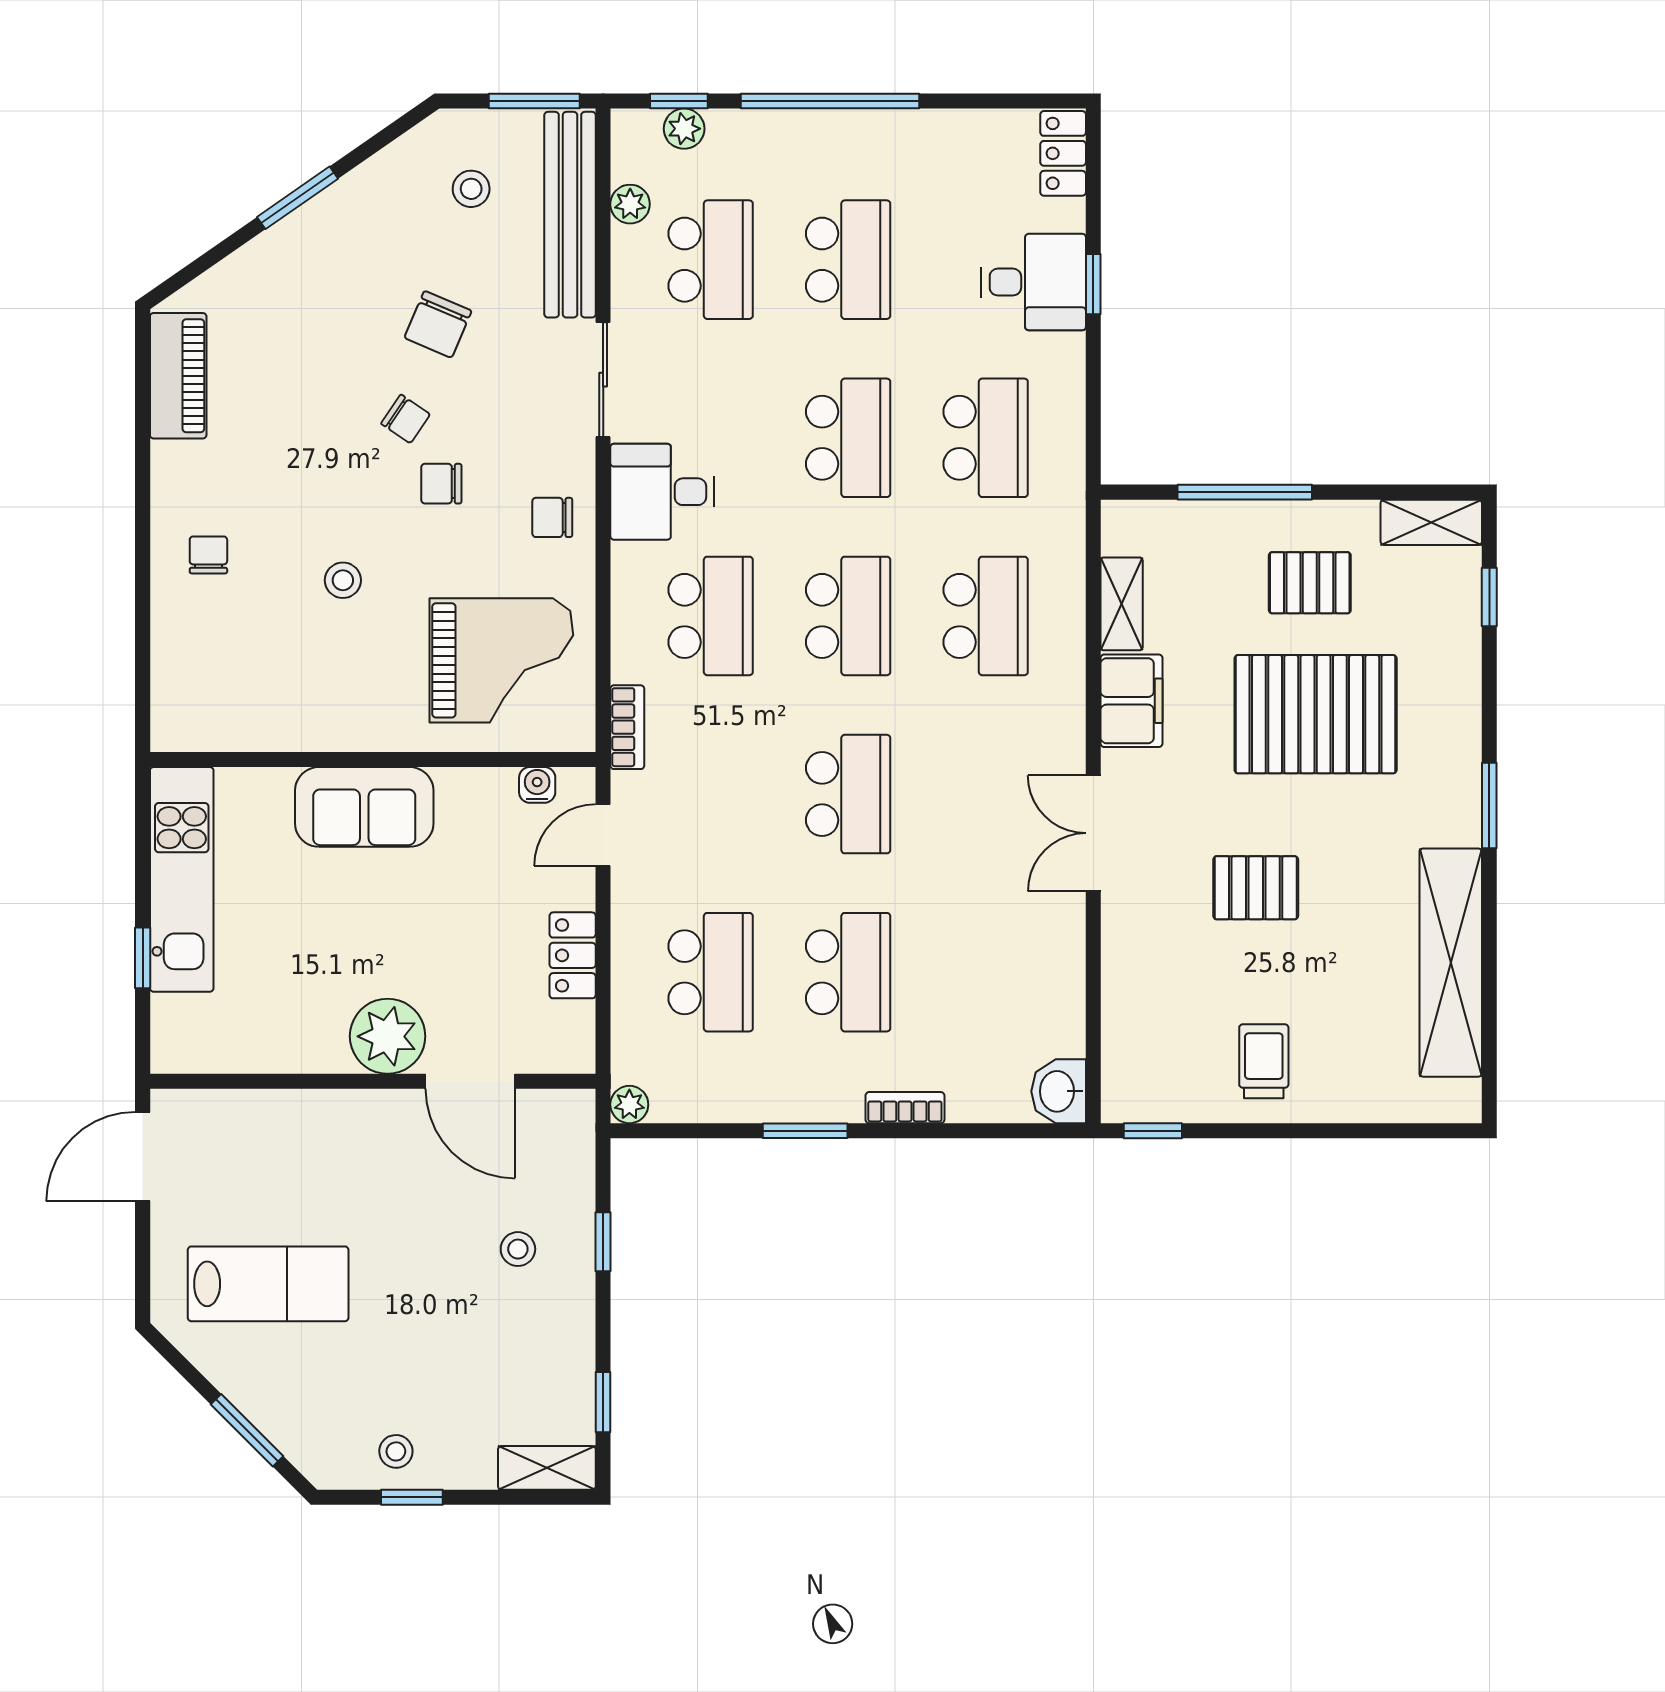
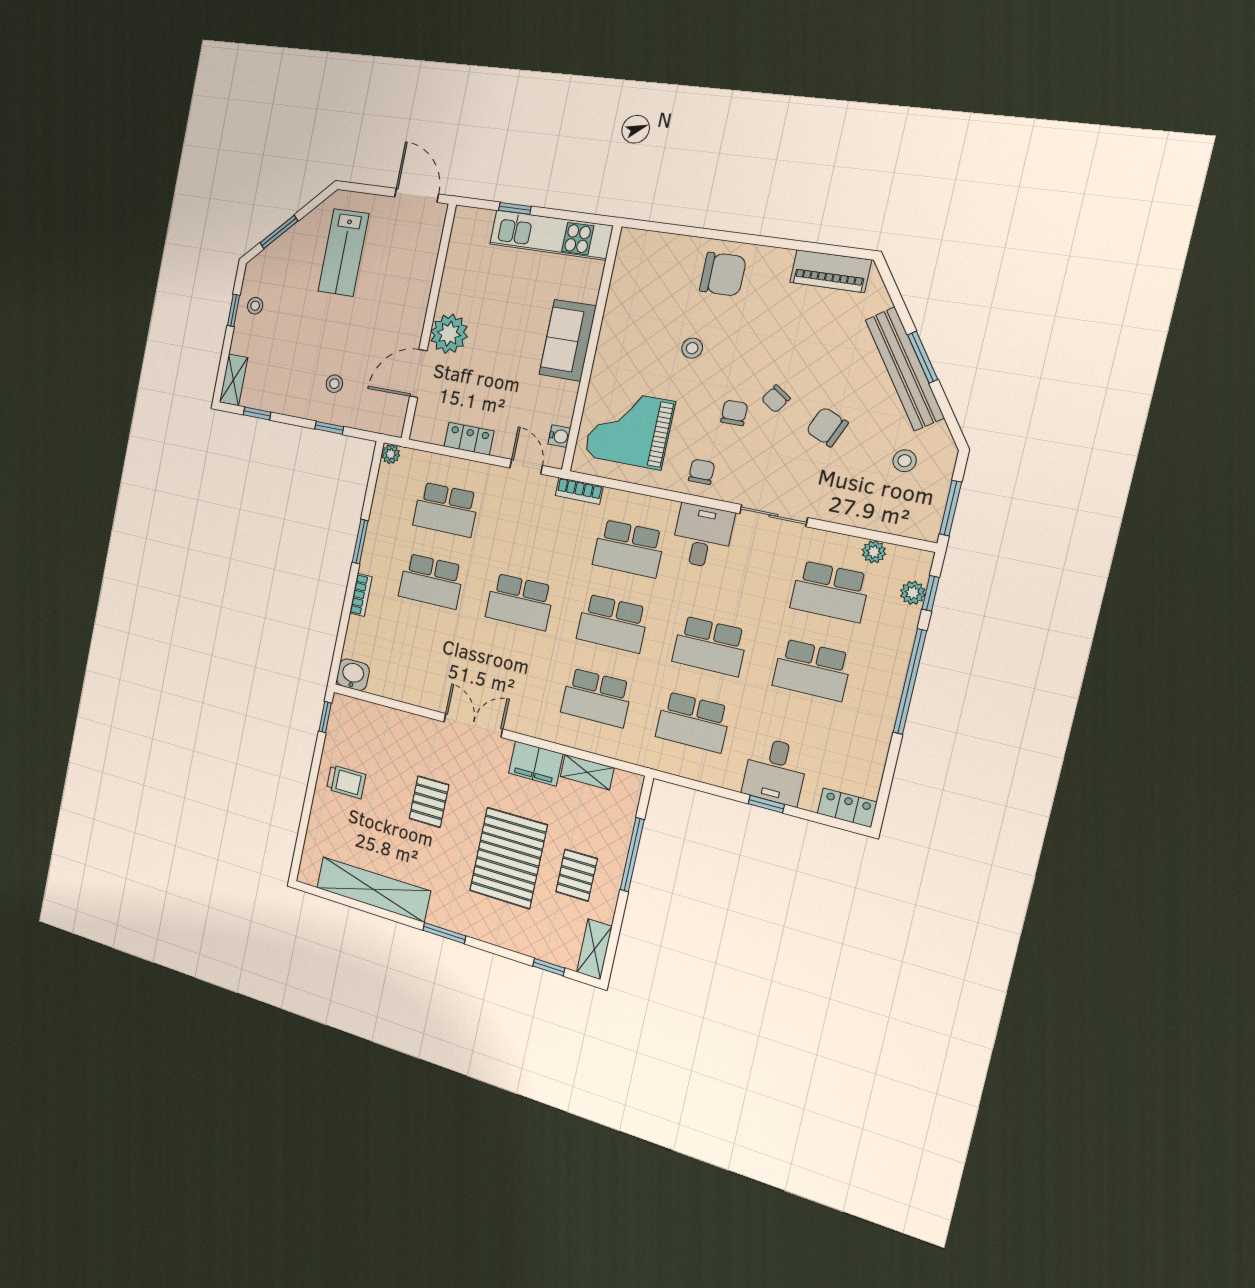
bench: (570, 215) -> (905, 369), moved, turned 55
chair: (208, 555) -> (723, 274), width x1.87, depth x1.87
grand piano: (501, 660) -> (629, 429), turned 90

